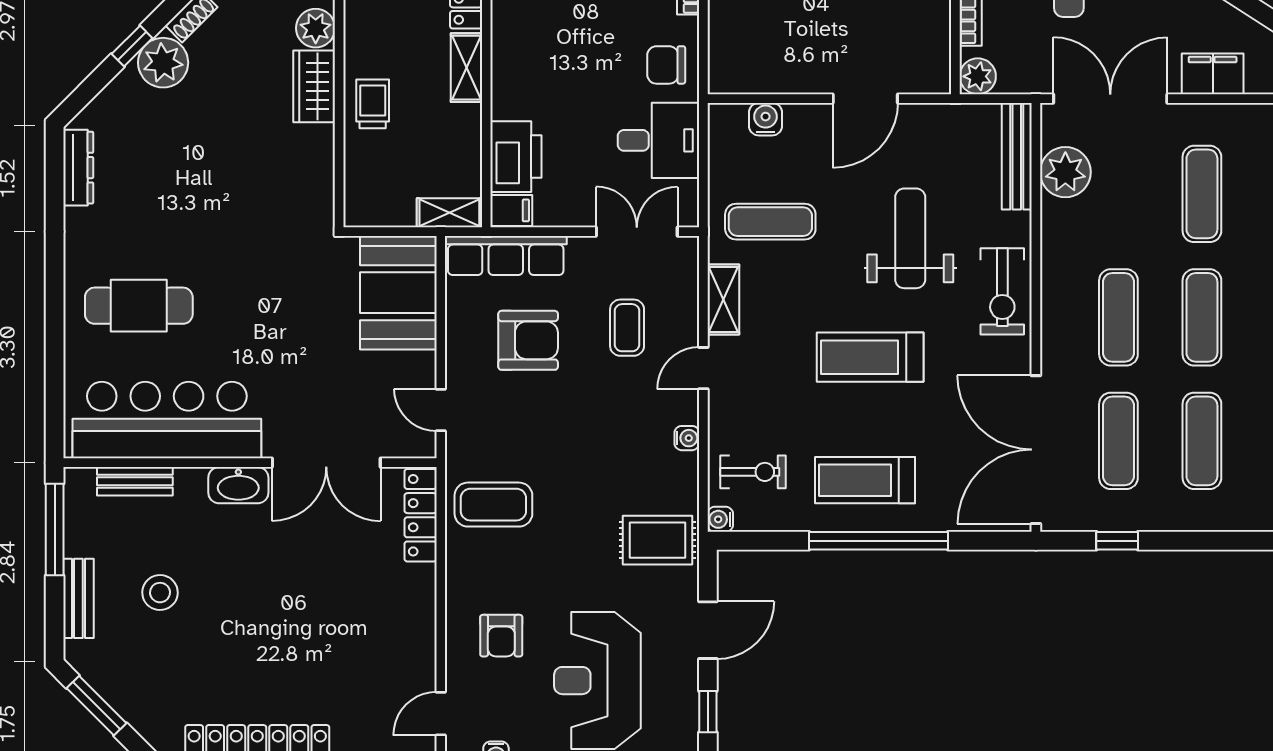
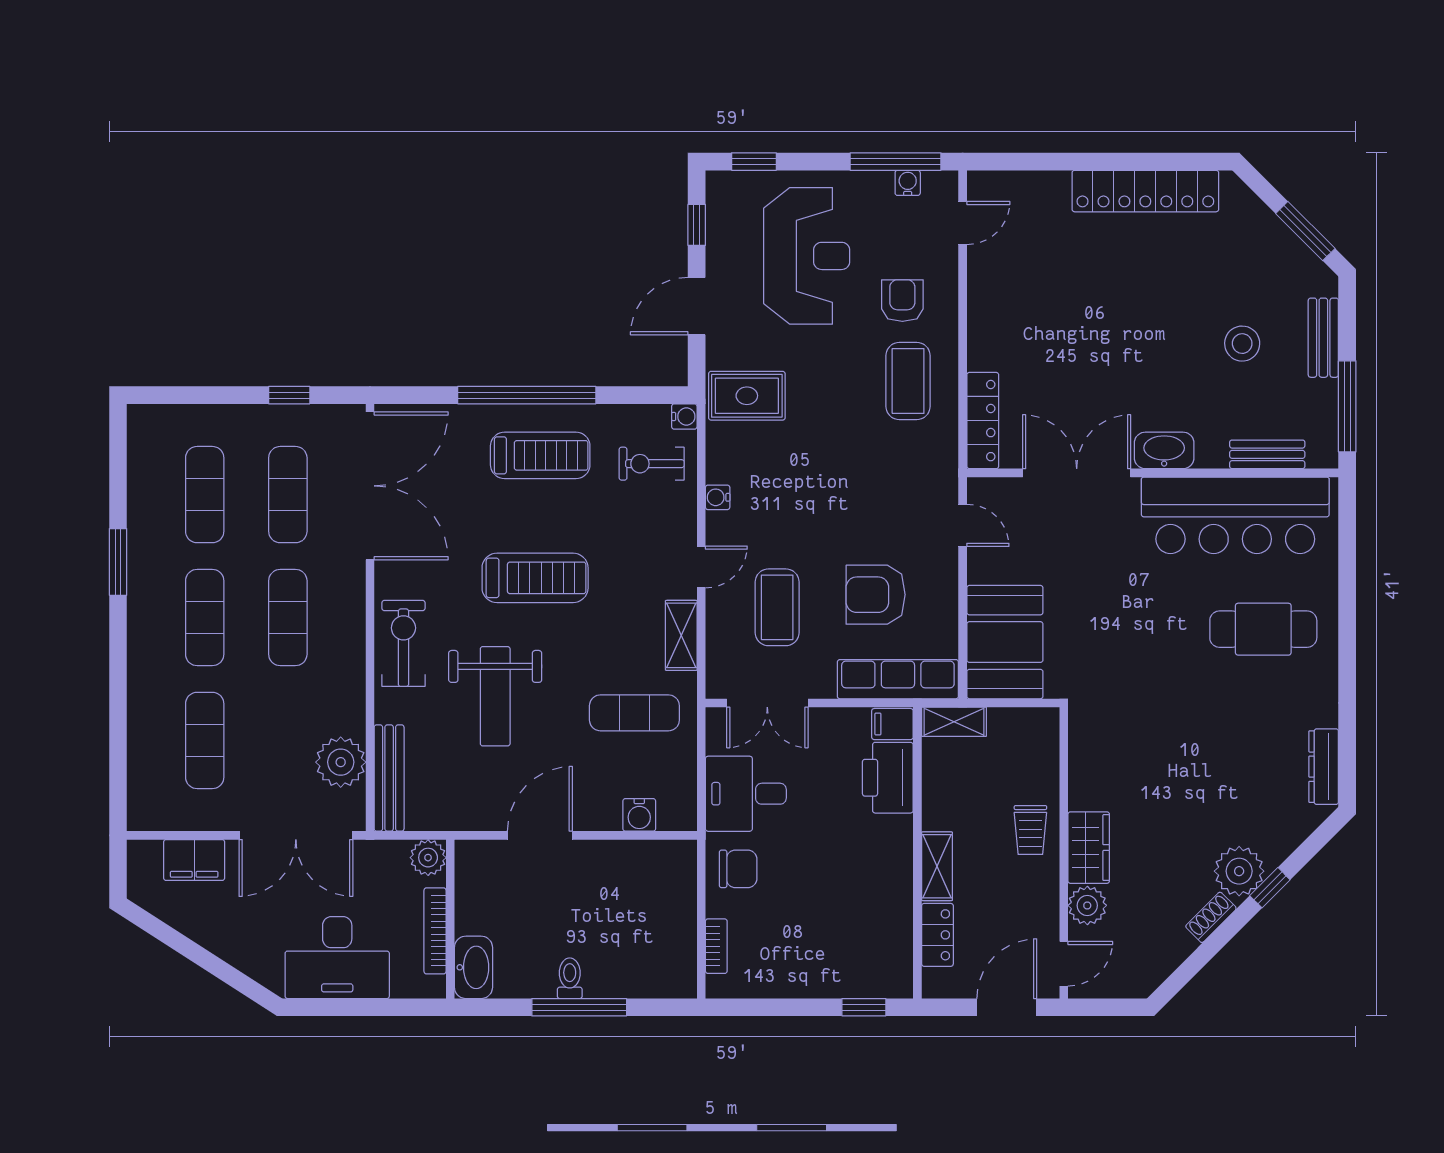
coffee table: (627, 328) -> (777, 607), width x1.36, depth x1.30
coffee table: (493, 505) -> (908, 381), moved, turned 90

